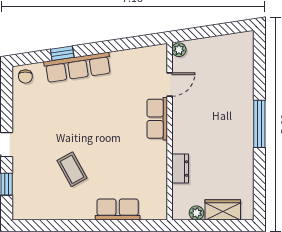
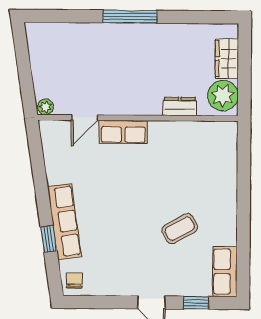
chair: (25, 76) -> (75, 281), turned -90
door: (170, 85) -> (85, 118), swing flipped
row of seats: (118, 209) -> (225, 272), moved
plant: (196, 213) -> (223, 95), width x1.87, depth x1.87

